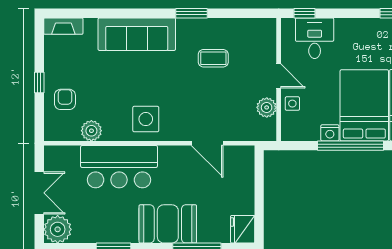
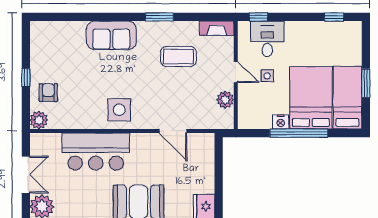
fireplace: (63, 26) -> (217, 28), moved
sofa: (137, 34) -> (111, 35), width x0.73
coffee table: (213, 58) -> (178, 56), width x1.36, depth x1.30
side table: (292, 104) -> (267, 76), moved
plant: (91, 131) -> (39, 120), moved

